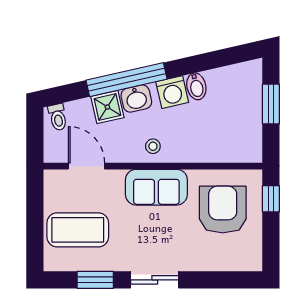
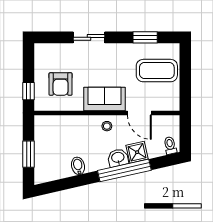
washing machine: (172, 92) -> (94, 162), removed
door: (87, 166) -> (139, 113), moved
armchair: (223, 210) -> (61, 84), width x0.73, depth x0.73
sliding door: (155, 280) -> (89, 37), moved

